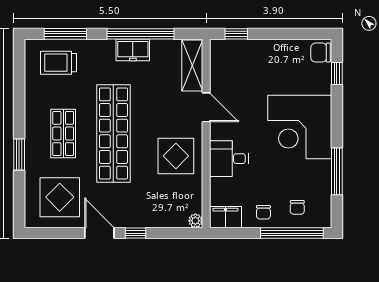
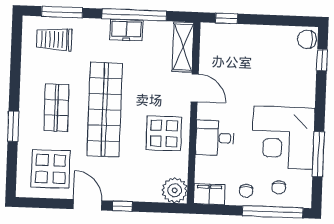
corner desk: (300, 127) -> (283, 138), moved
plant: (195, 221) -> (175, 190), width x1.88, depth x1.88

